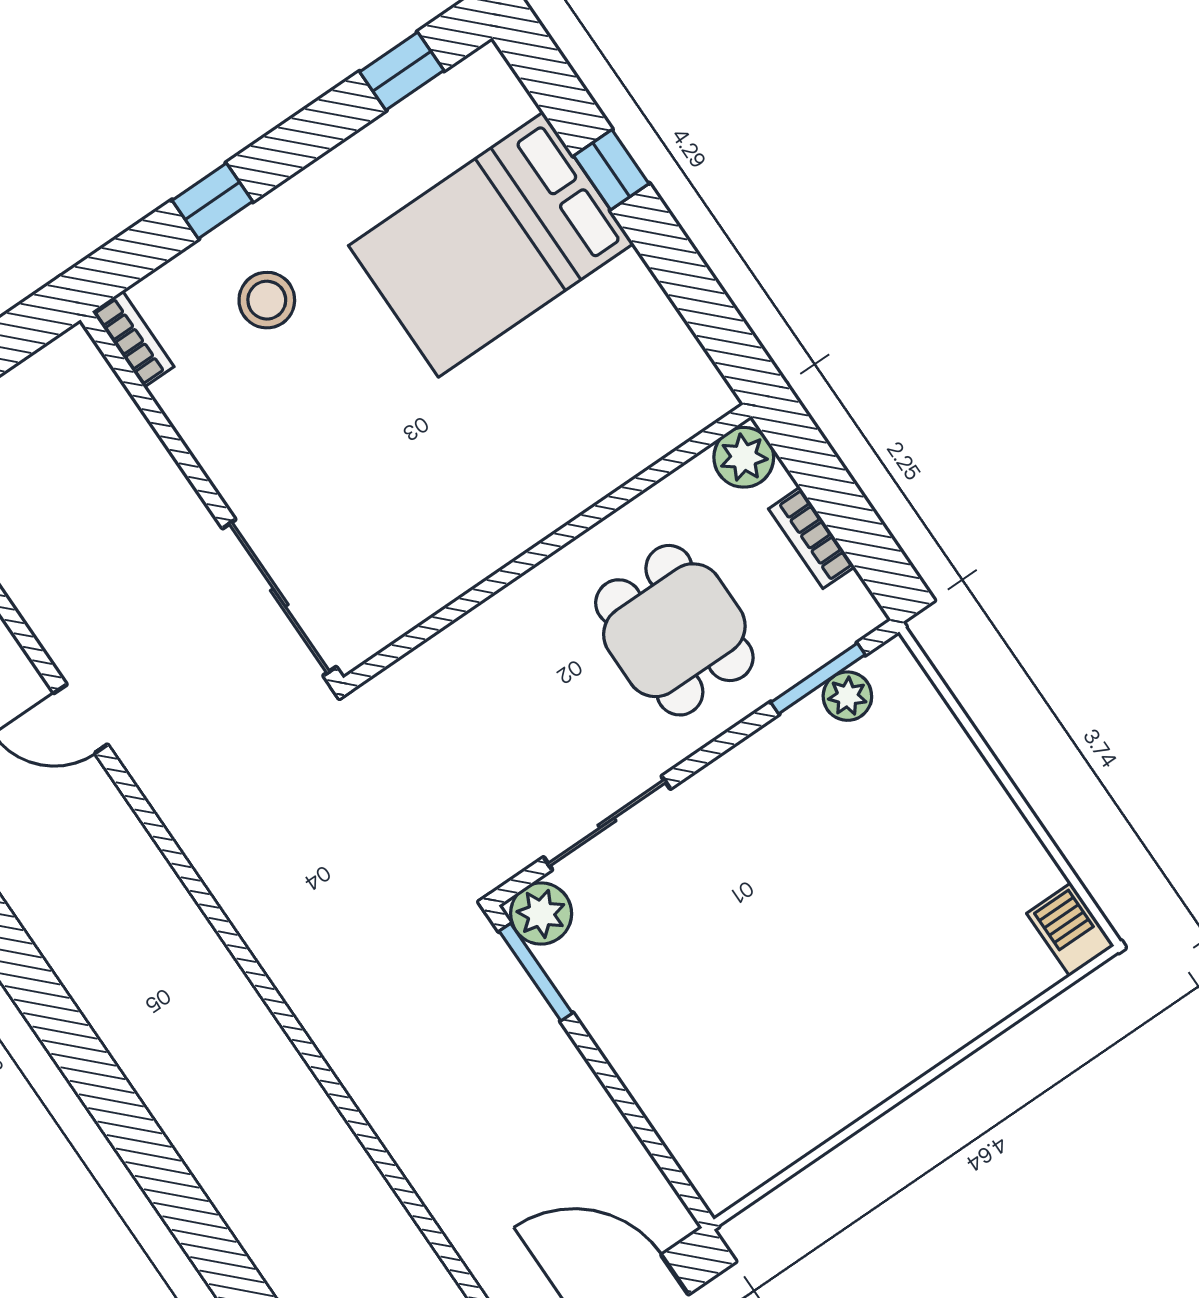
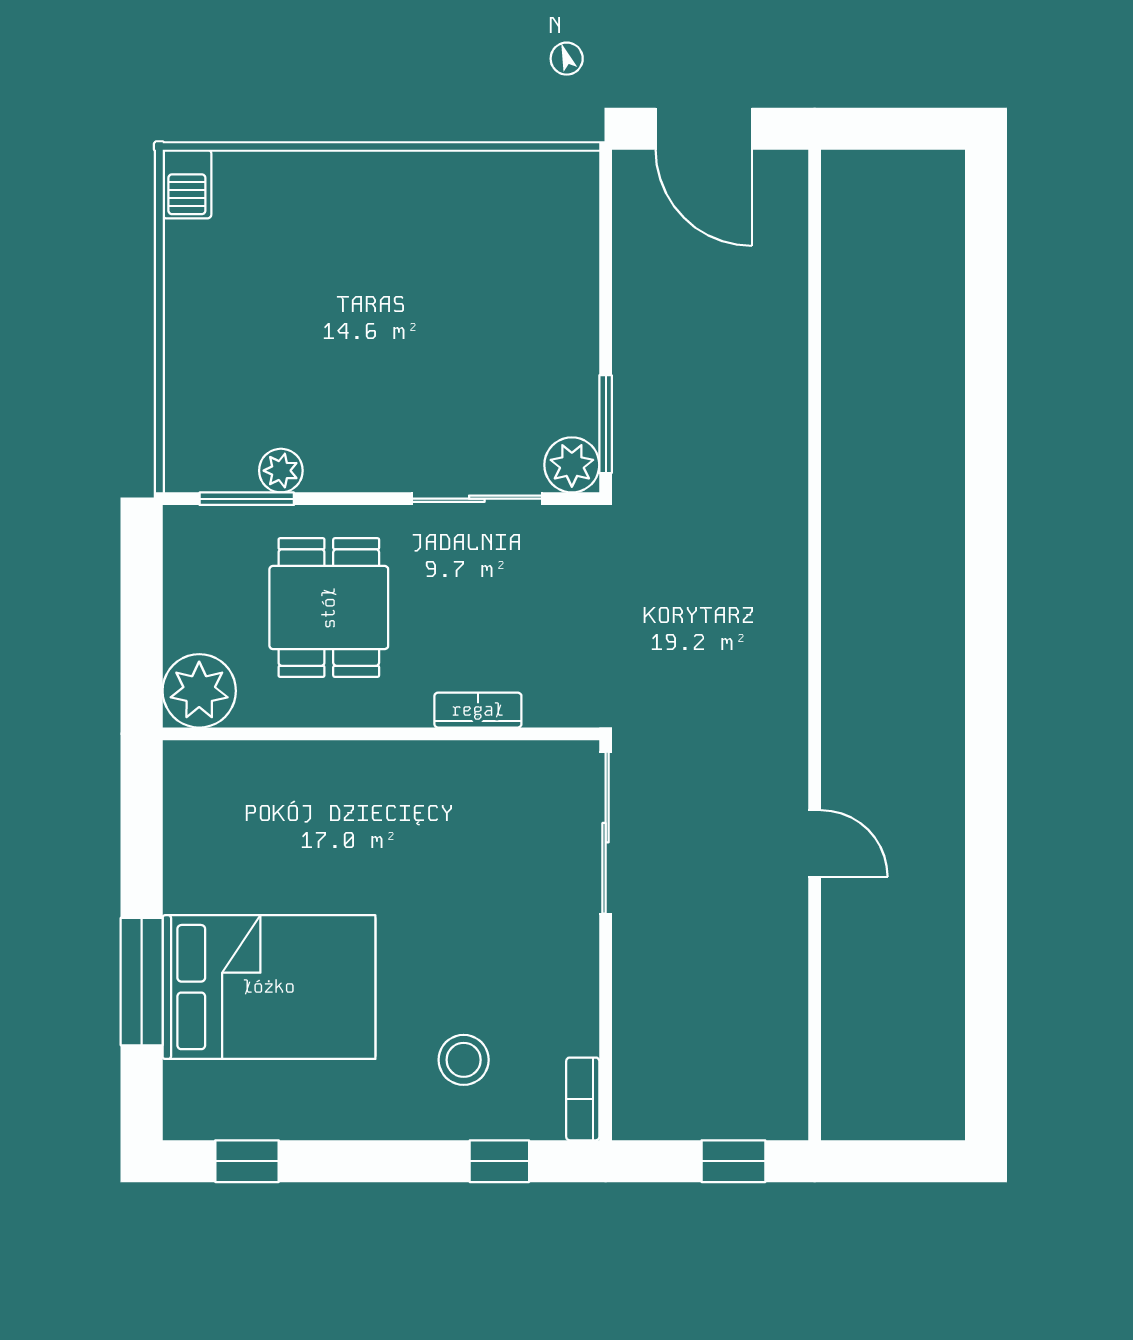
window: (611, 170) -> (142, 982), width x2.17
window: (212, 201) -> (499, 1161), moved
plant: (744, 457) -> (199, 691), width x1.36, depth x1.36
bookcase: (812, 538) -> (478, 710), moved, turned -90
plant: (847, 696) -> (281, 471), moved

